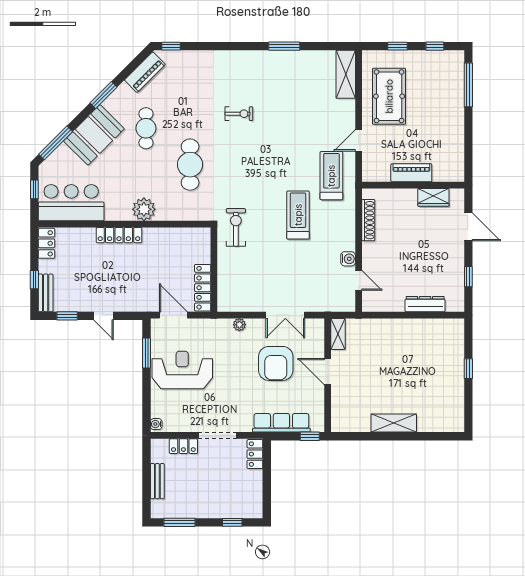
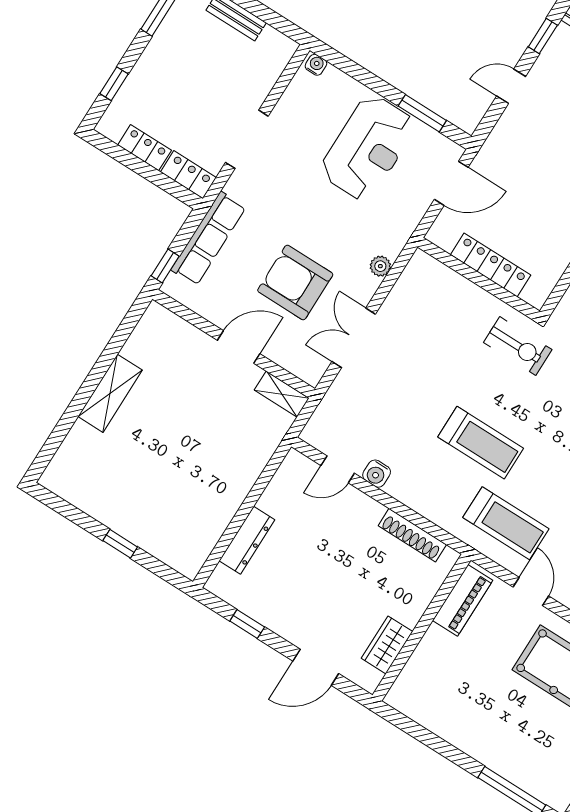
piano: (411, 173) -> (463, 600), moved
locker: (203, 288) -> (491, 265), moved
locker: (183, 446) -> (145, 148), moved, turned 90

